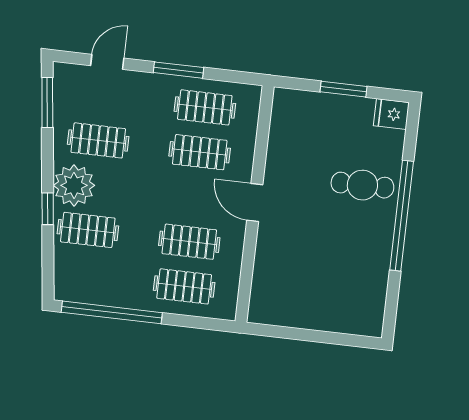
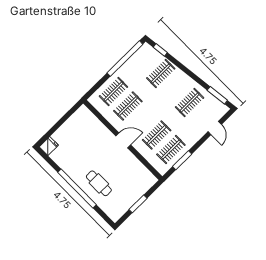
window: (178, 70) -> (182, 160), moved
fridge: (391, 114) -> (49, 146), moved
plant: (74, 185) -> (180, 81), removed
cafe table: (362, 185) -> (99, 183), turned 90
window: (48, 209) -> (160, 50), moved

